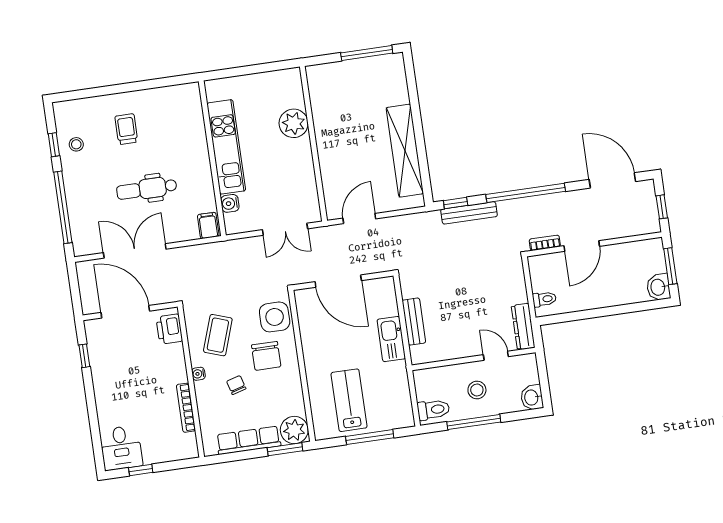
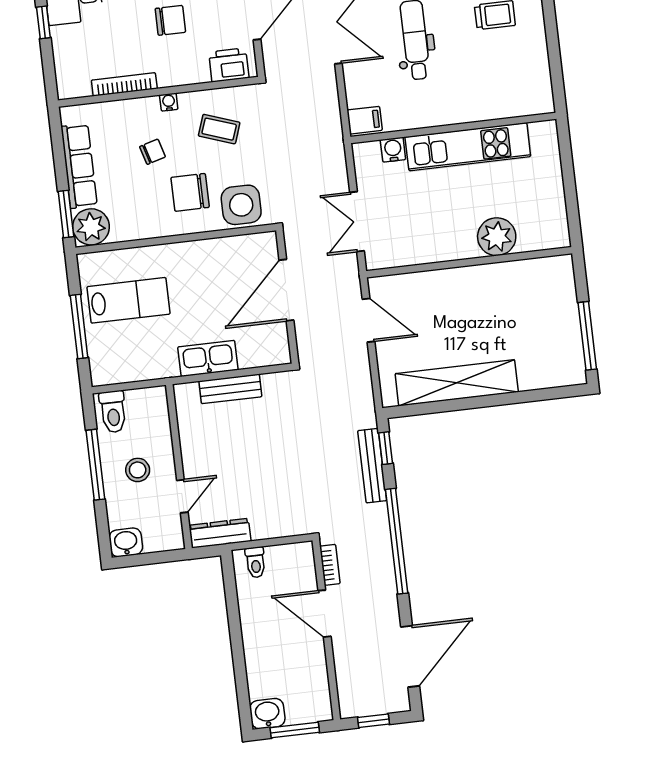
coffee table: (218, 335) -> (219, 129), width x0.73, depth x0.77
chair: (137, 374) -> (170, 20), added

